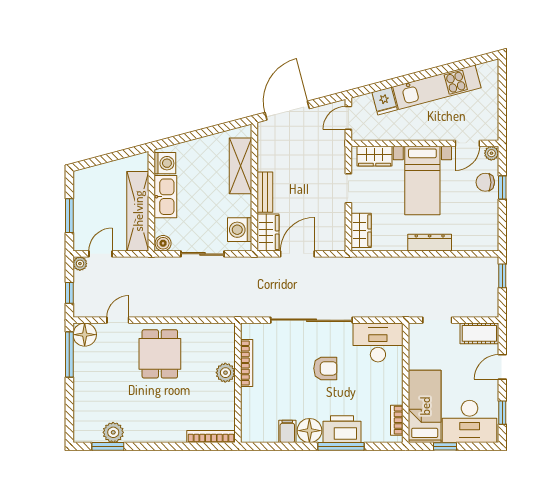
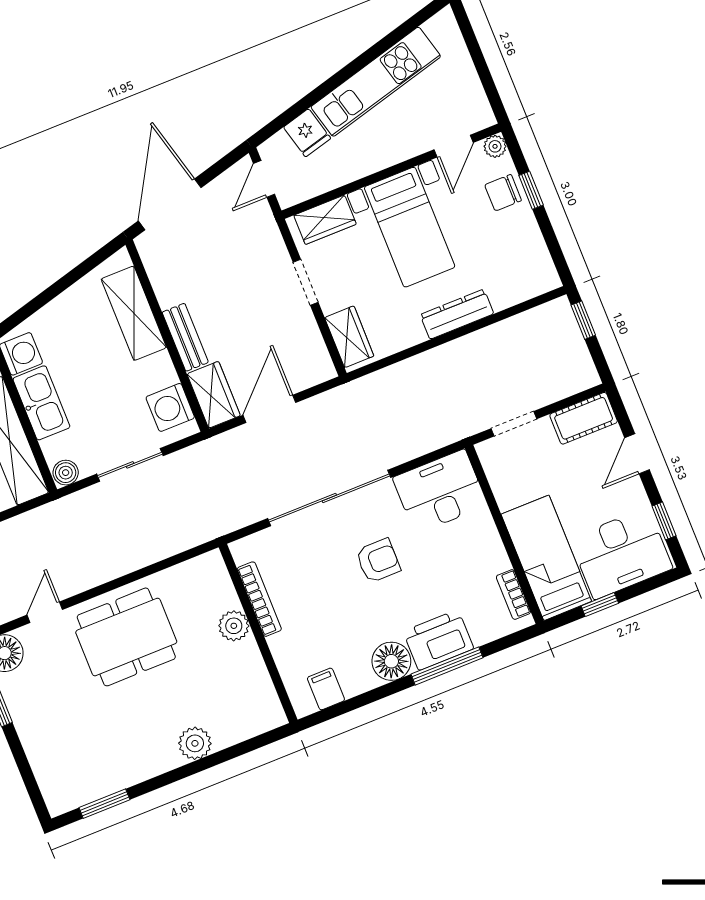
dining table: (160, 354) -> (126, 637), width x1.37
filing cabinet: (287, 431) -> (326, 689), moved
plant: (113, 432) -> (195, 743), moved
bookcase: (211, 437) -> (250, 728), removed

